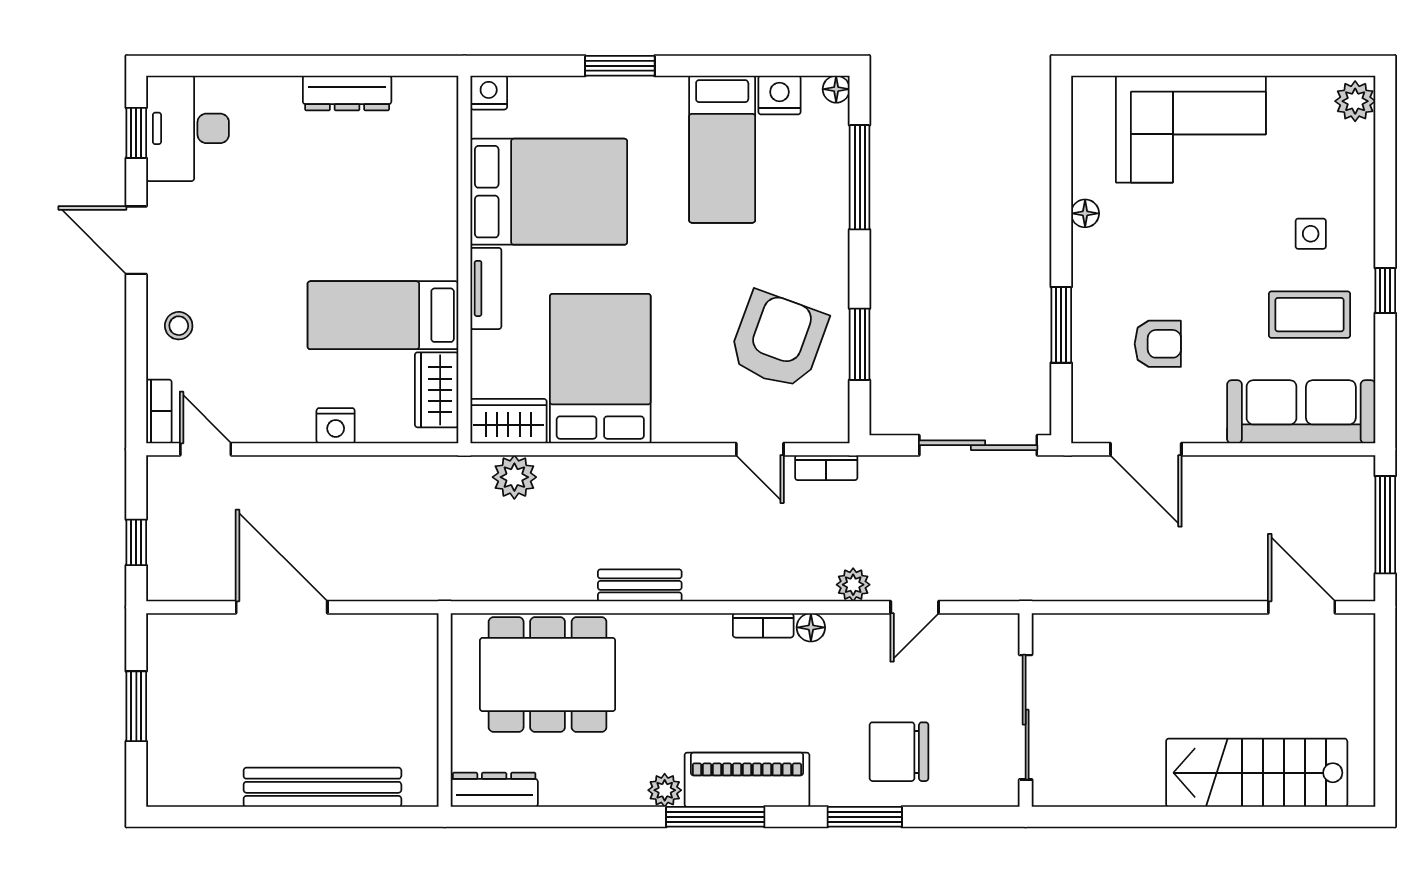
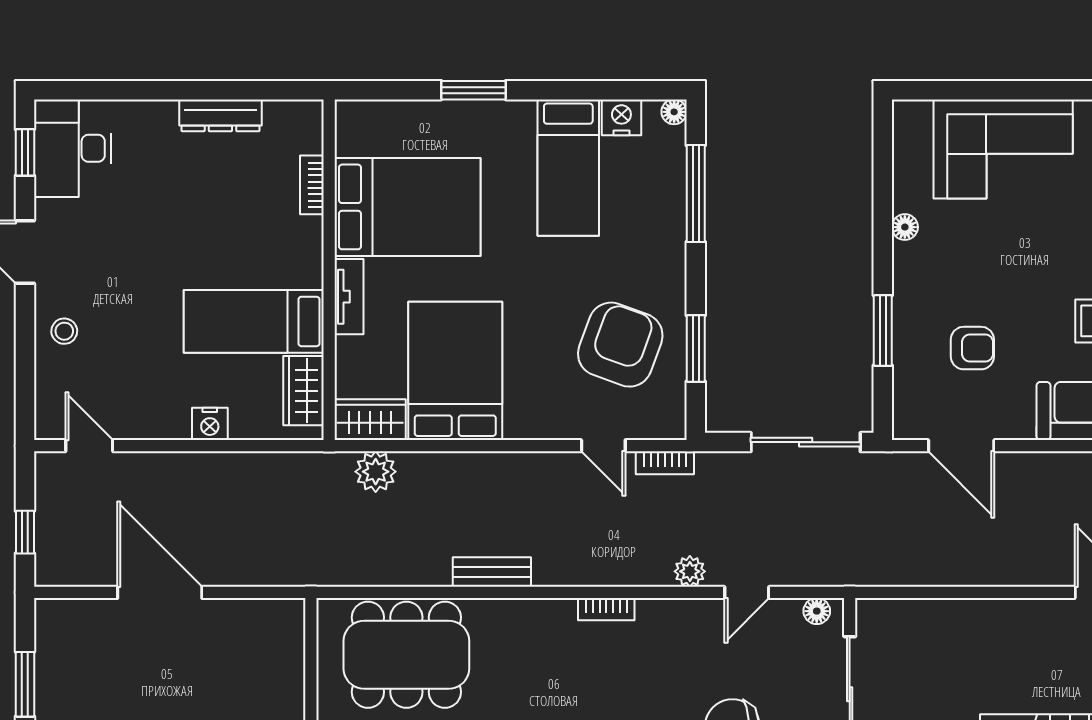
nightstand: (489, 93) -> (352, 115), removed
bookcase: (159, 411) -> (312, 185), moved, turned 180
floor lamp: (811, 627) -> (817, 611), moved

